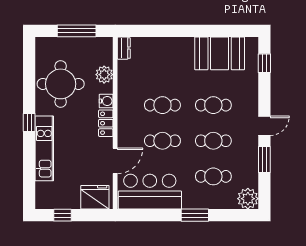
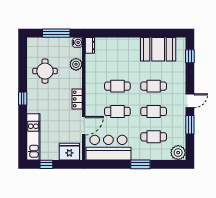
round table: (61, 84) -> (45, 71), width x0.73, depth x0.73
water cooler: (106, 101) -> (77, 43), moved
kitchen unit: (44, 148) -> (33, 137), moved

